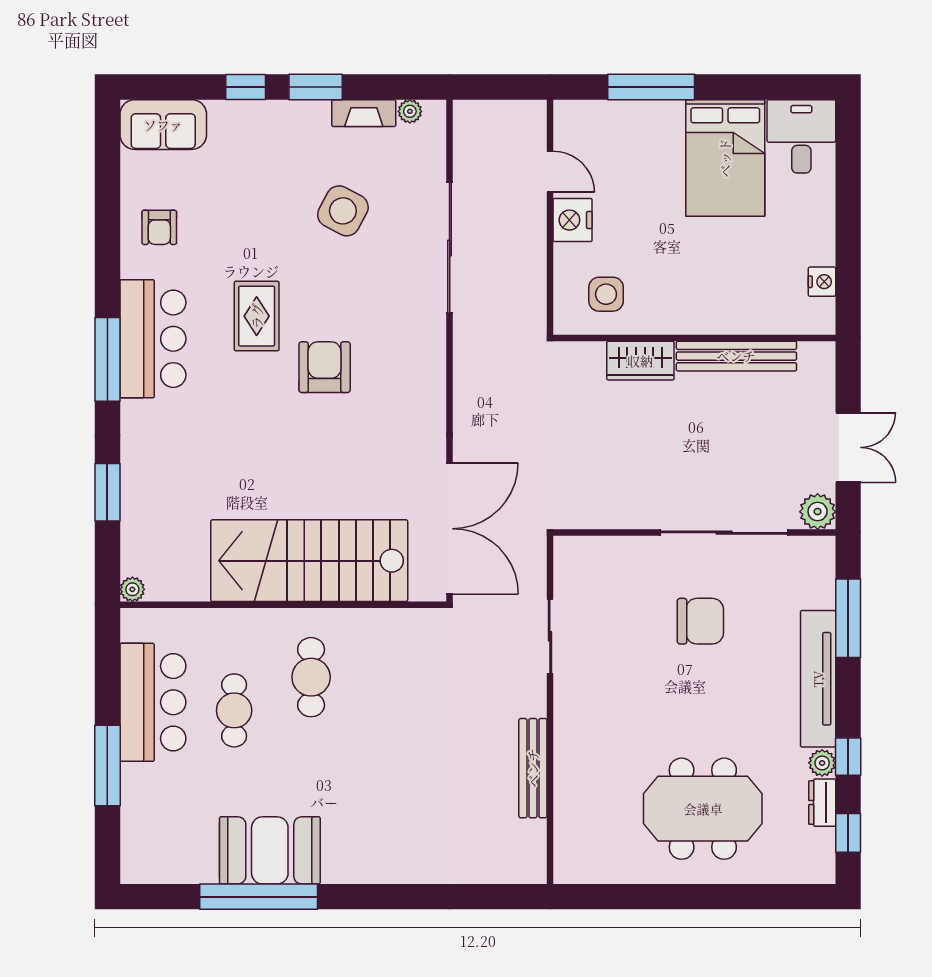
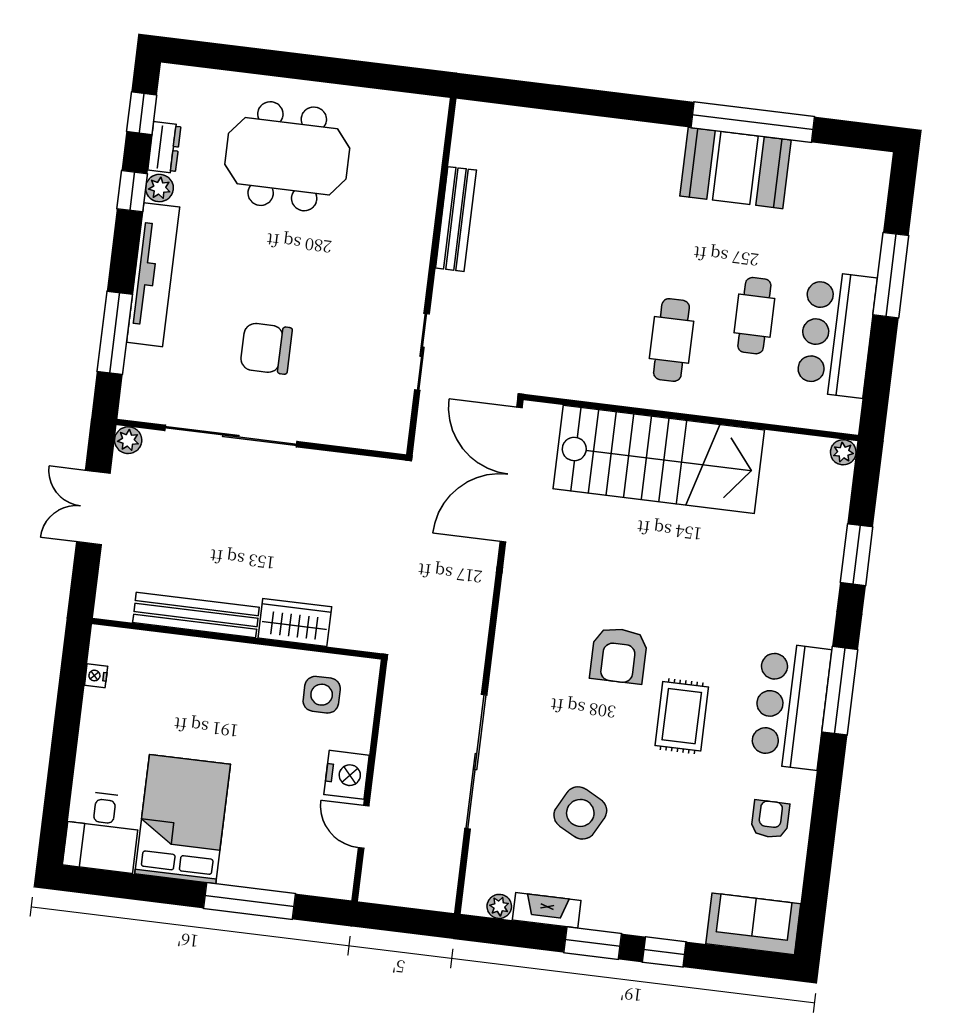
nightstand: (822, 282) -> (96, 676), width x0.72, depth x0.74
plant: (818, 512) -> (128, 440), width x0.73, depth x0.73

